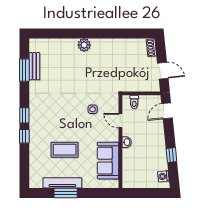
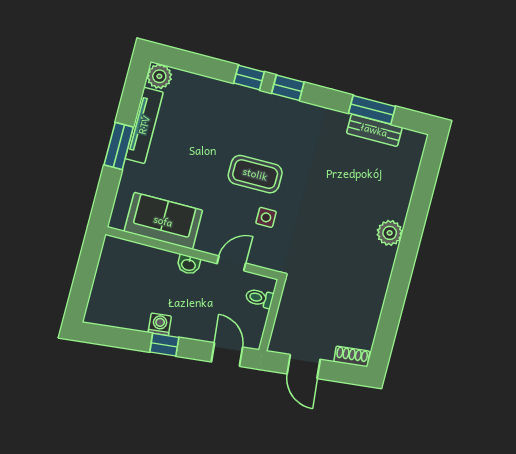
door: (163, 71) -> (304, 367), hinge flipped
coffee table: (65, 150) -> (255, 174), moved, turned 90
window: (171, 155) -> (164, 345), moved
washing machine: (163, 176) -> (160, 324), moved
plant: (36, 182) -> (159, 76), added
window: (66, 193) -> (119, 146), moved

